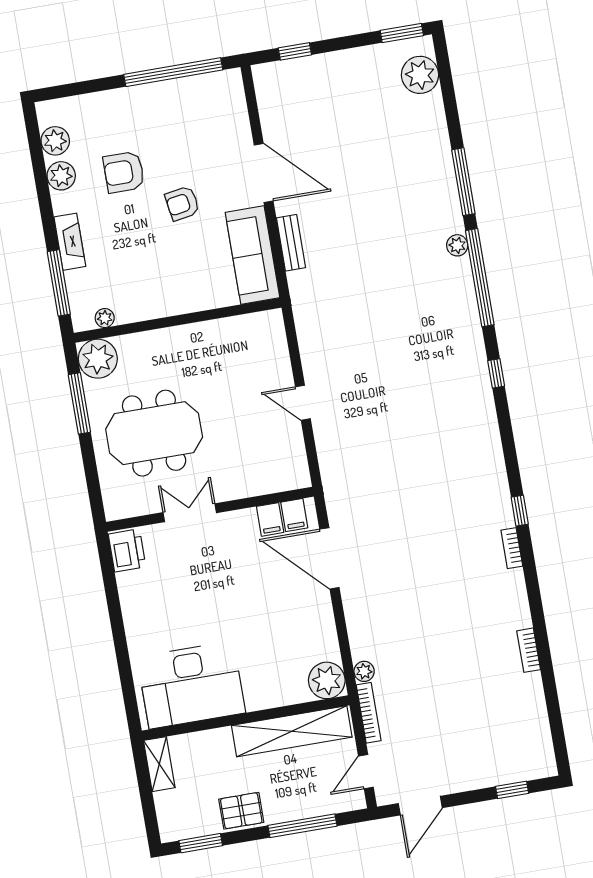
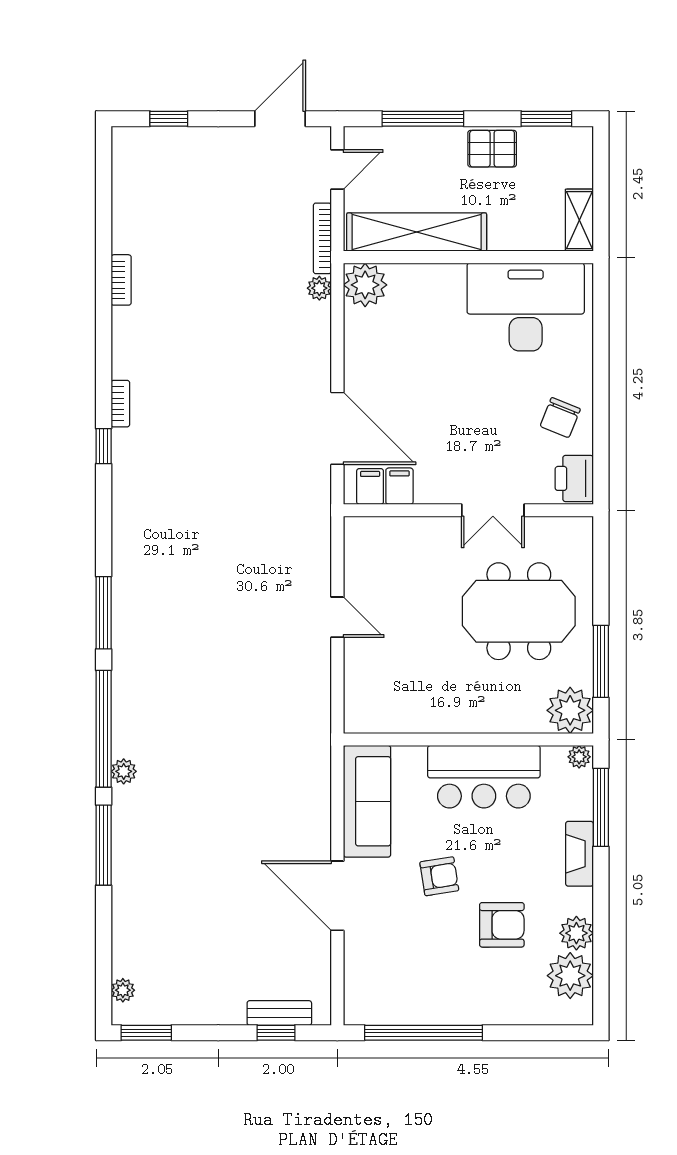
plant: (420, 75) -> (123, 990), width x0.53, depth x0.53
plant: (55, 141) -> (570, 976), width x1.36, depth x1.36
bench: (291, 243) -> (279, 1013), moved, turned 90
bar counter: (160, 292) -> (484, 777), added
plant: (105, 318) -> (579, 757), moved
window: (496, 373) -> (104, 613), width x2.17
chair: (147, 599) -> (560, 418), added

